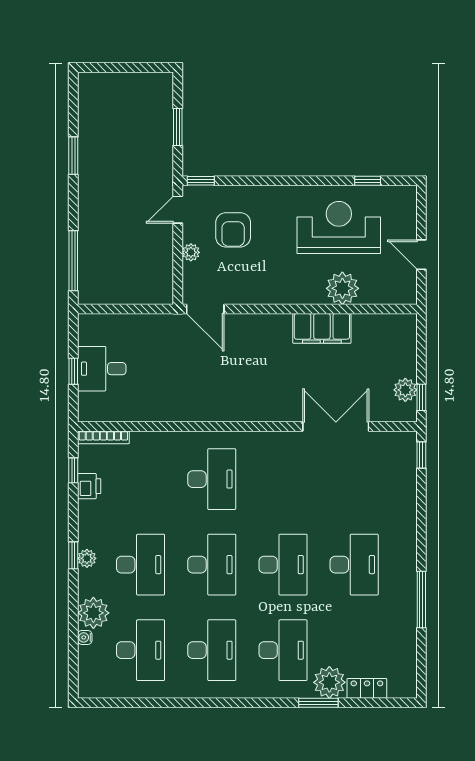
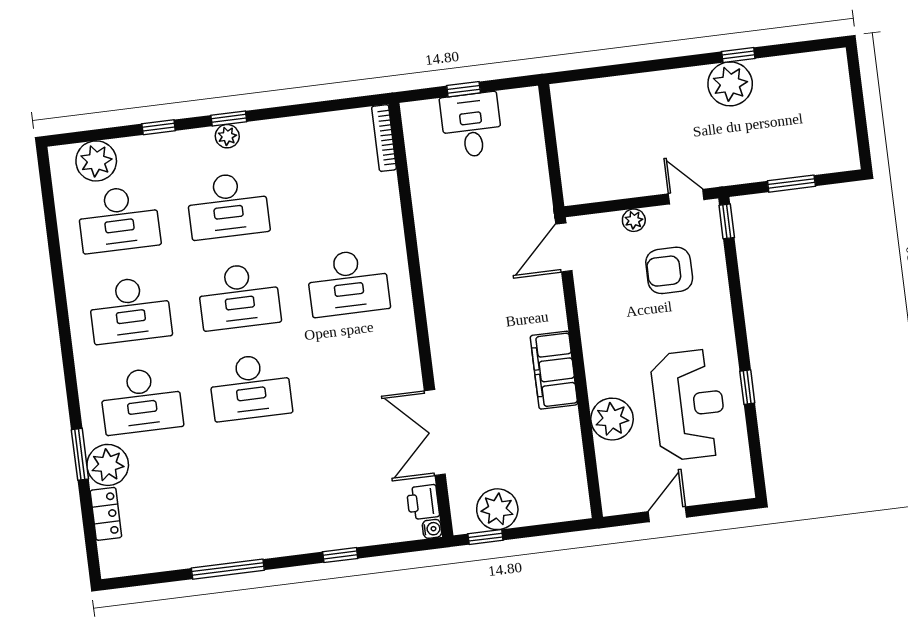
window: (73, 156) -> (738, 55), width x0.67
plant: (95, 165) -> (730, 84), added
window: (368, 181) -> (747, 387), moved
window: (73, 261) -> (604, 72), removed
filing cabinet: (322, 328) -> (554, 370), moved
plant: (405, 390) -> (497, 509), width x1.36, depth x1.36
double door: (336, 426) -> (435, 433), swing flipped
window: (421, 455) -> (340, 555), moved
window: (73, 470) -> (159, 127), moved
printer: (89, 486) -> (423, 502), moved, turned 90
desk: (354, 565) -> (262, 478), removed
plant: (93, 613) -> (96, 161), moved
water cooler: (85, 637) -> (432, 529), moved, turned 90

